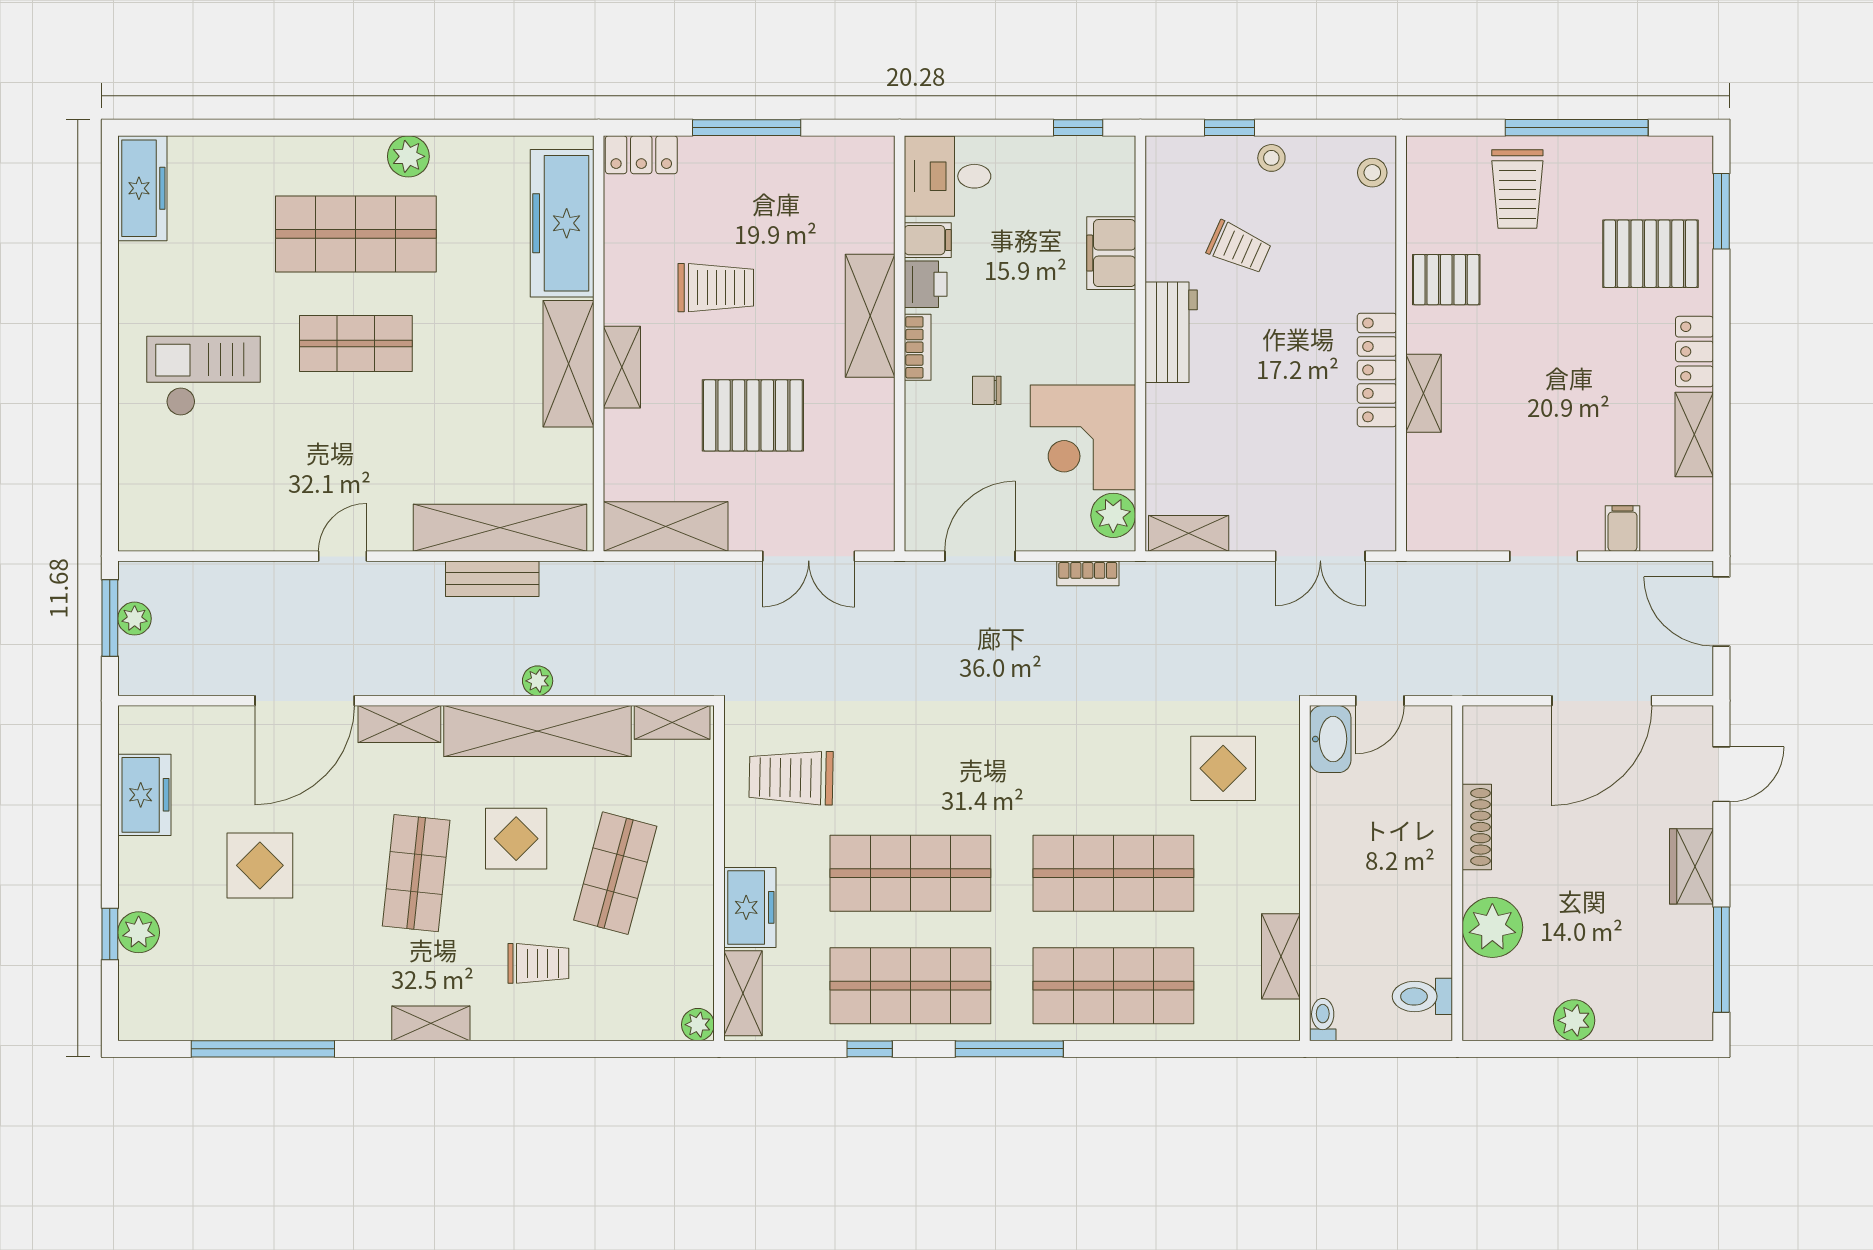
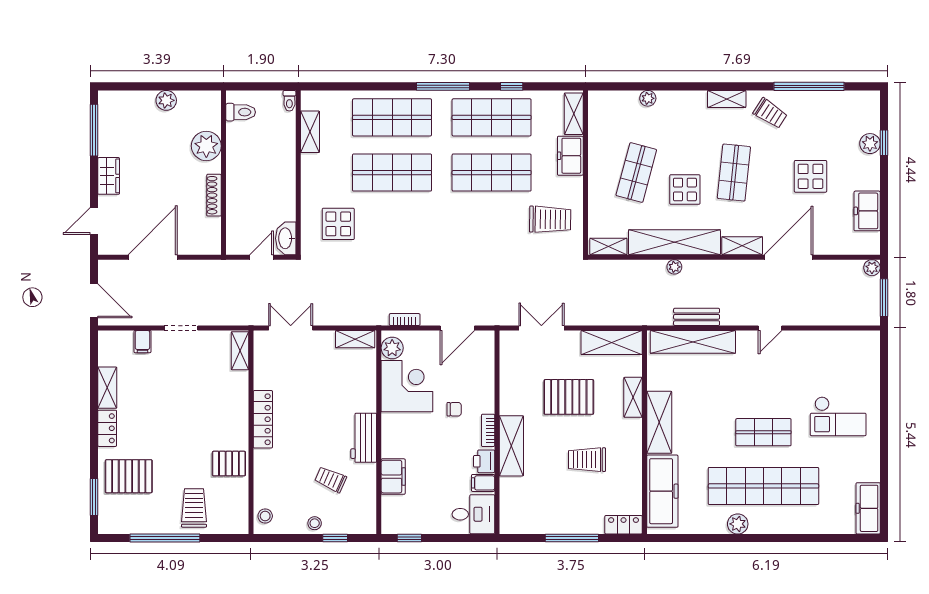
shop shelf: (356, 234) -> (763, 486), width x1.40
shelving: (622, 367) -> (633, 397), moved
shelving: (1424, 393) -> (240, 351), moved
plant: (135, 619) -> (872, 268), moved
trolley: (538, 963) -> (770, 113), moved, turned -147
plant: (698, 1025) -> (648, 98), moved

